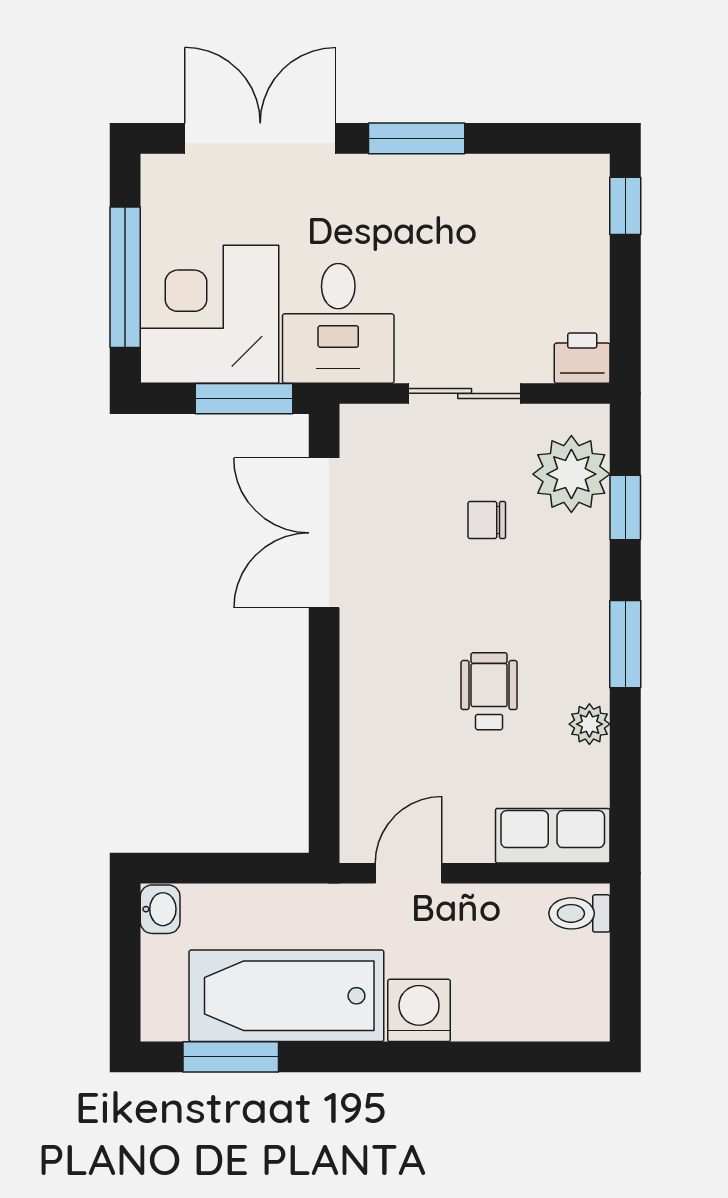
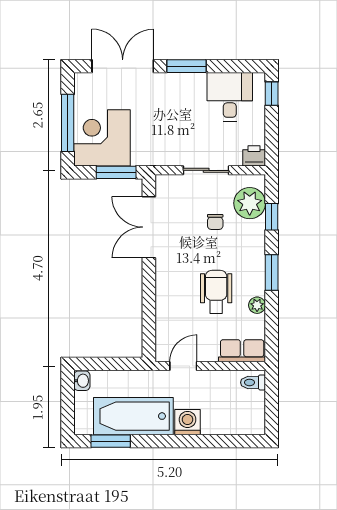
desk: (338, 323) -> (230, 97), moved, turned 180
chair: (487, 520) -> (215, 222), turned -90
wheelchair: (489, 691) -> (216, 292), width x1.36, depth x1.37

